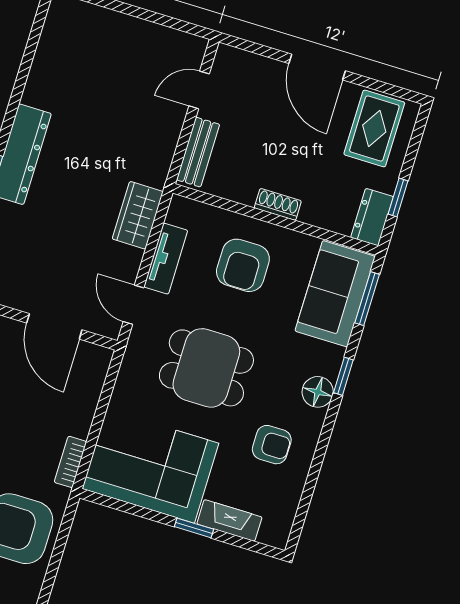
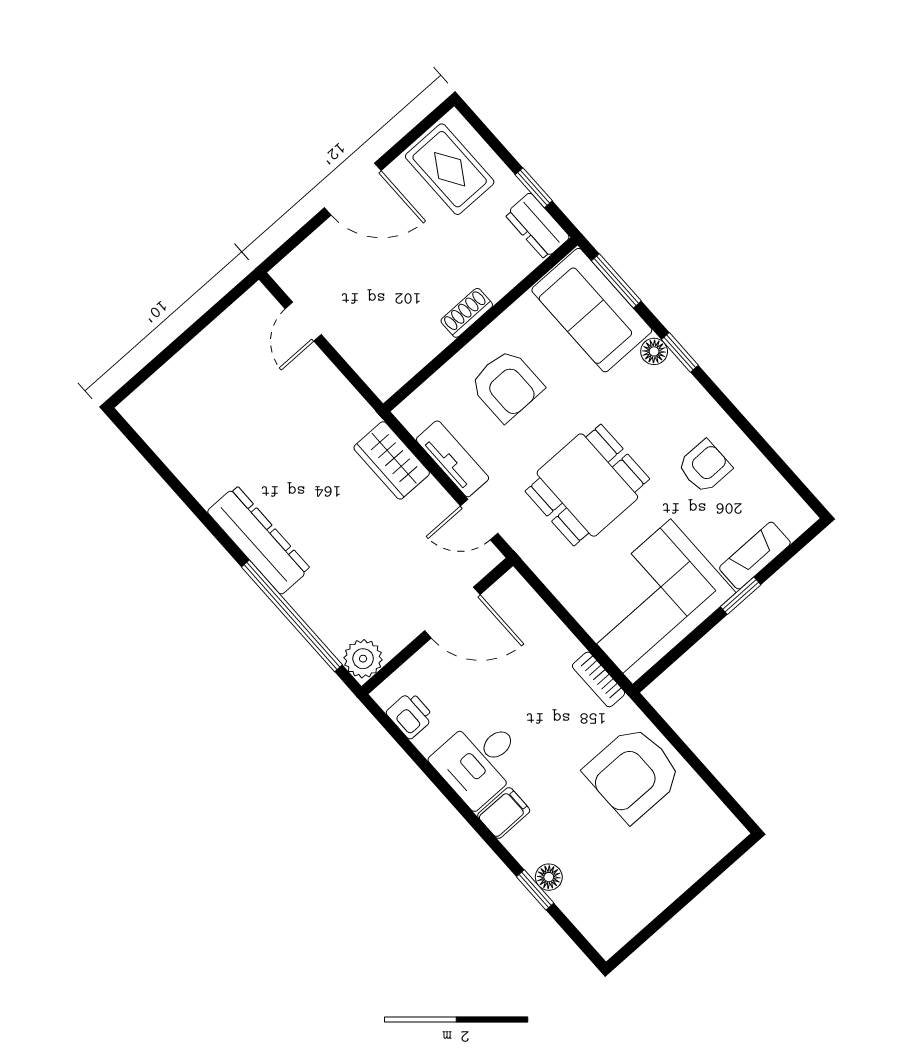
bench: (198, 152) -> (365, 361), removed
floor lamp: (318, 392) -> (654, 351), moved, width x0.73, depth x0.73

